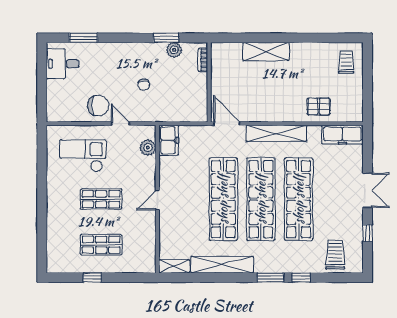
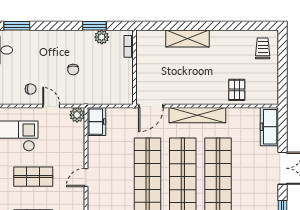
chair: (98, 106) -> (31, 89), width x0.54, depth x0.54
pallet: (319, 106) -> (237, 90), turned 90
door: (227, 124) -> (151, 106), swing flipped
freezer: (342, 135) -> (269, 127), moved, turned 90
plant: (148, 148) -> (77, 115), moved

